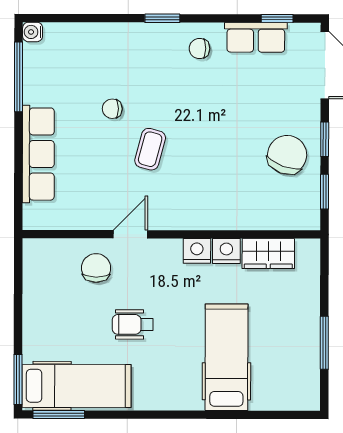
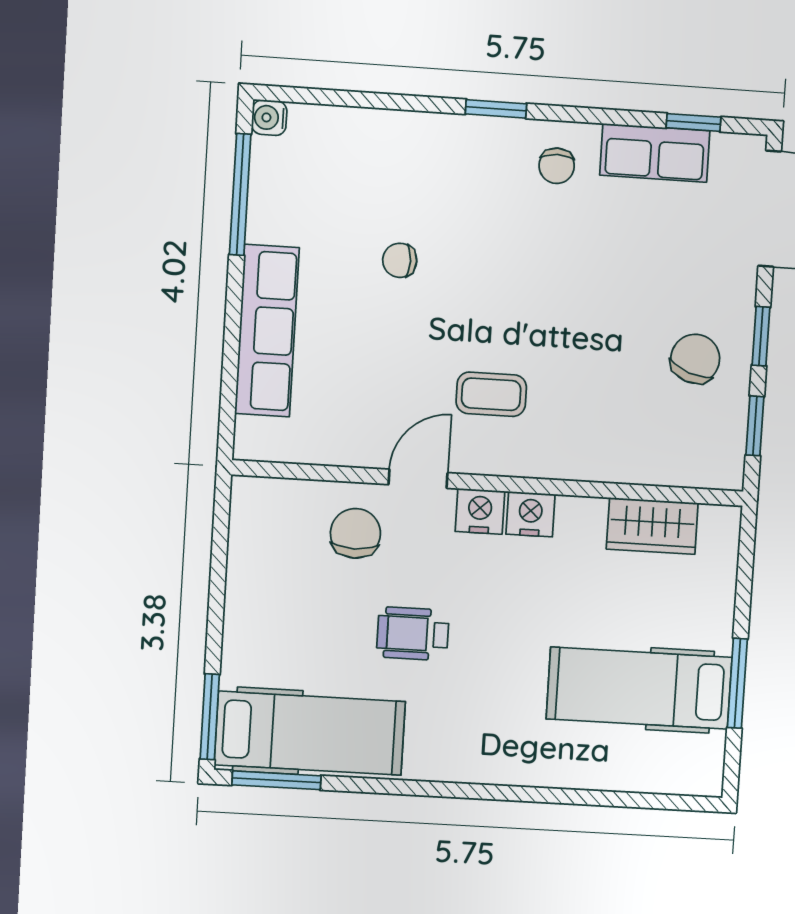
chair: (199, 49) -> (557, 166), turned -90
coffee table: (150, 149) -> (491, 394), moved, turned 75
chair: (287, 155) -> (695, 359), width x0.73, depth x0.73
nightstand: (226, 251) -> (480, 511), moved
hospital bed: (226, 357) -> (639, 688), moved, turned -90

